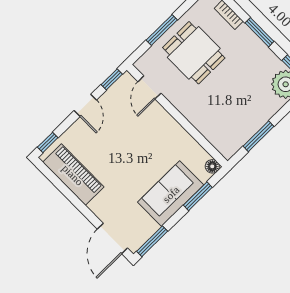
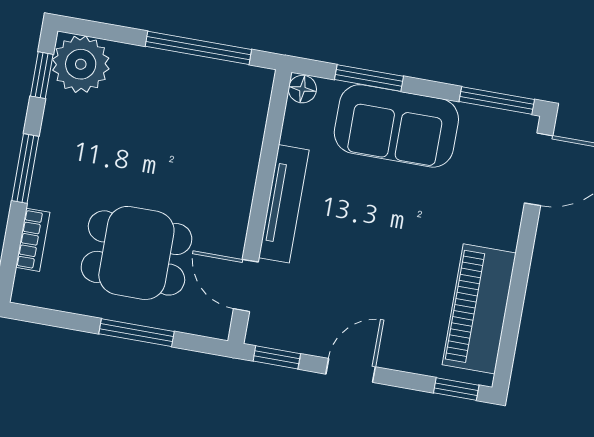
dining table: (194, 53) -> (136, 253), turned 90
door: (149, 87) -> (246, 285), swing flipped
tv unit: (171, 126) -> (284, 204), added
window: (259, 136) -> (198, 48), width x1.44

